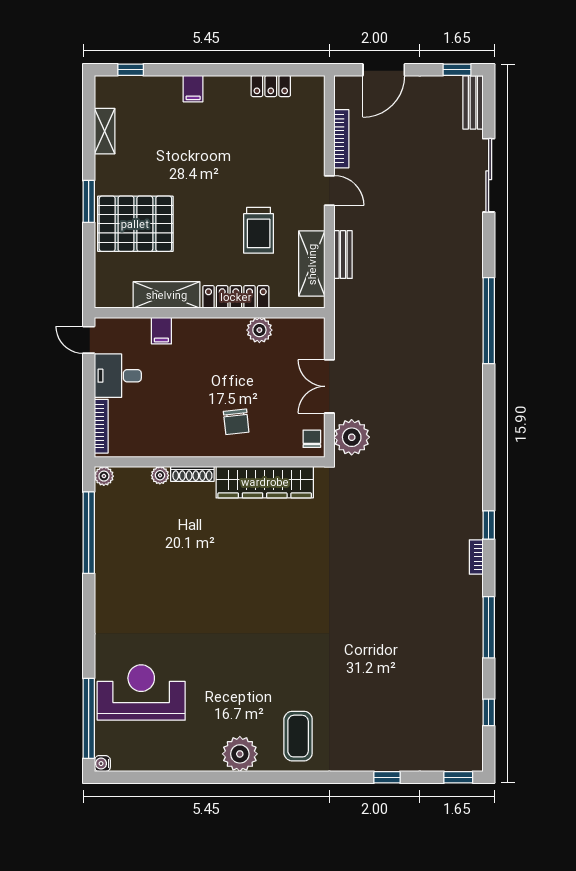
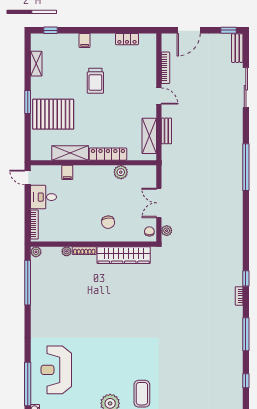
trolley: (259, 230) -> (95, 81), moved
plant: (352, 437) -> (167, 231), width x0.53, depth x0.53
reception desk: (141, 693) -> (56, 370), turned -90

